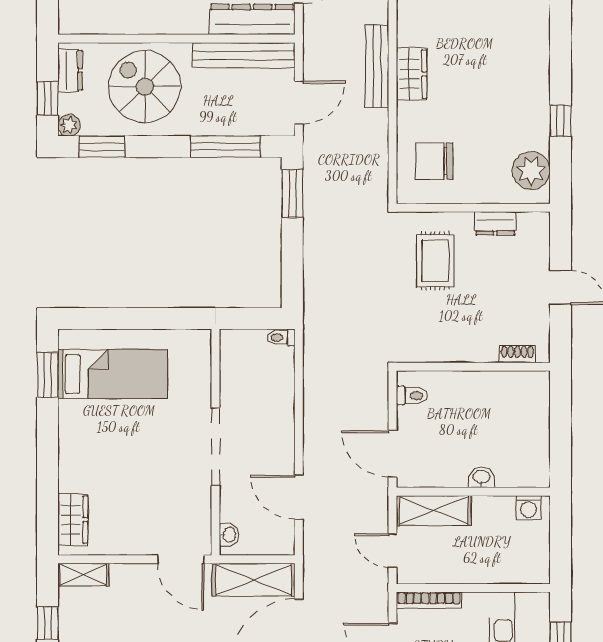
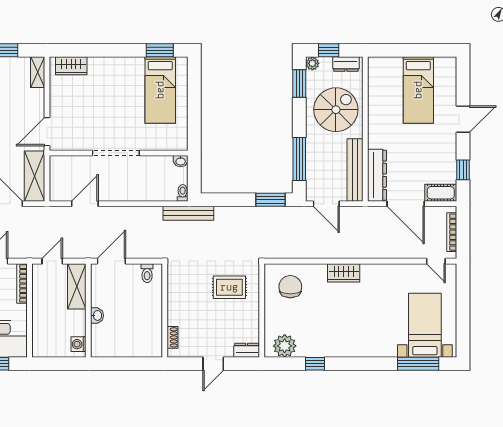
bench: (377, 66) -> (188, 213), moved
dresser: (495, 223) -> (247, 350), moved, turned 90
washbasin: (229, 535) -> (181, 161), moved

